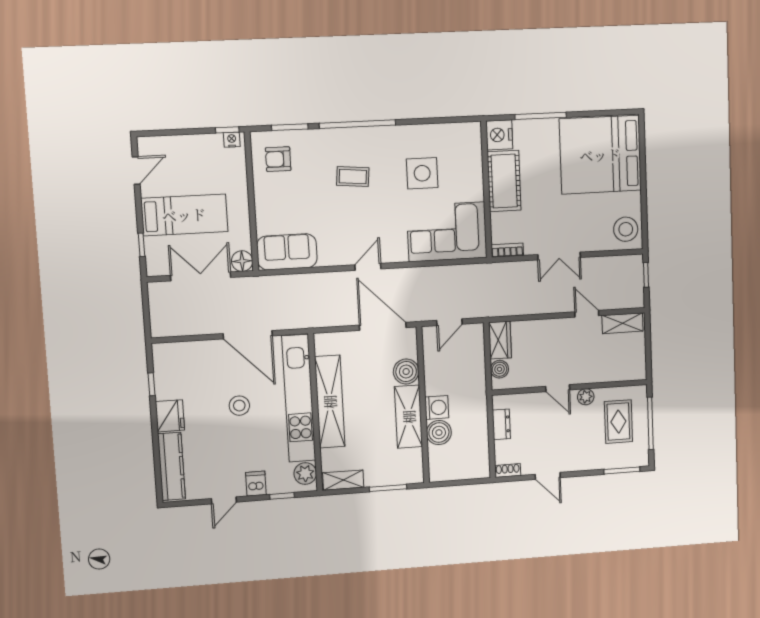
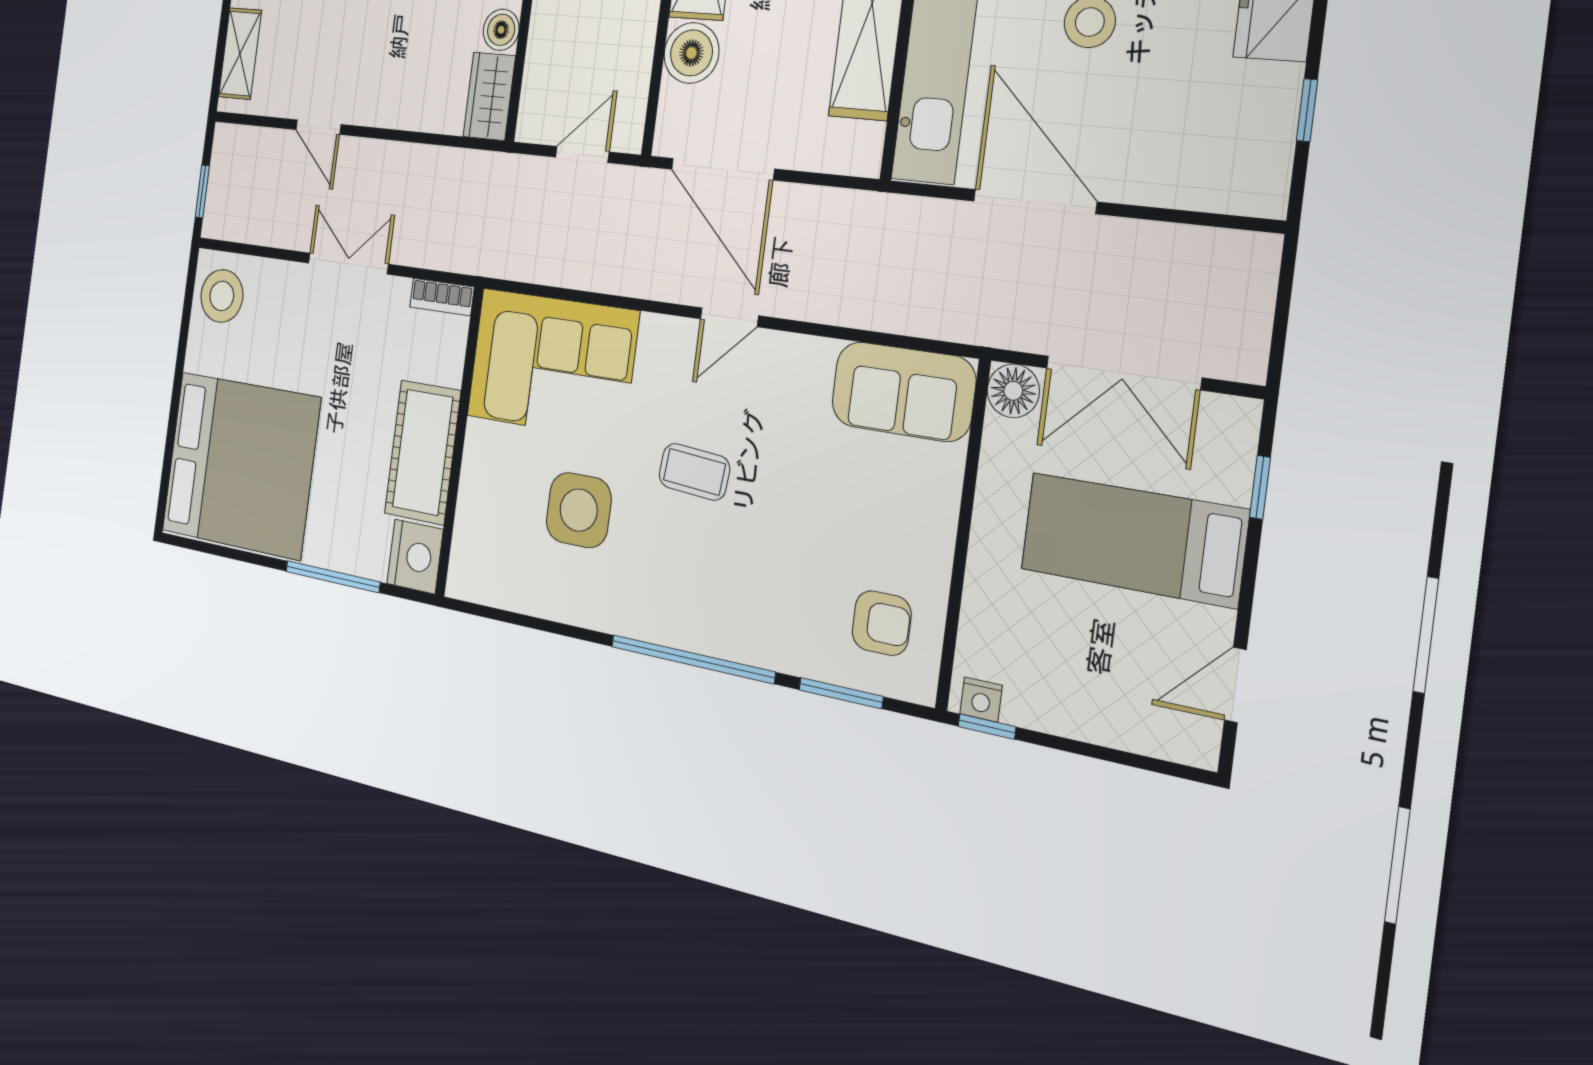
coffee table: (353, 177) -> (694, 472), moved
shelving: (623, 323) -> (240, 54), moved, turned 90

